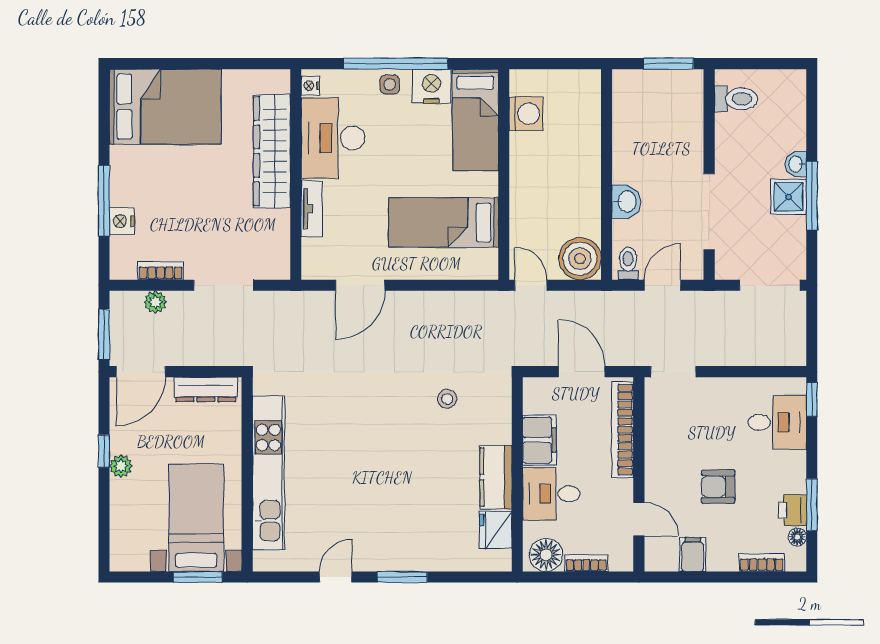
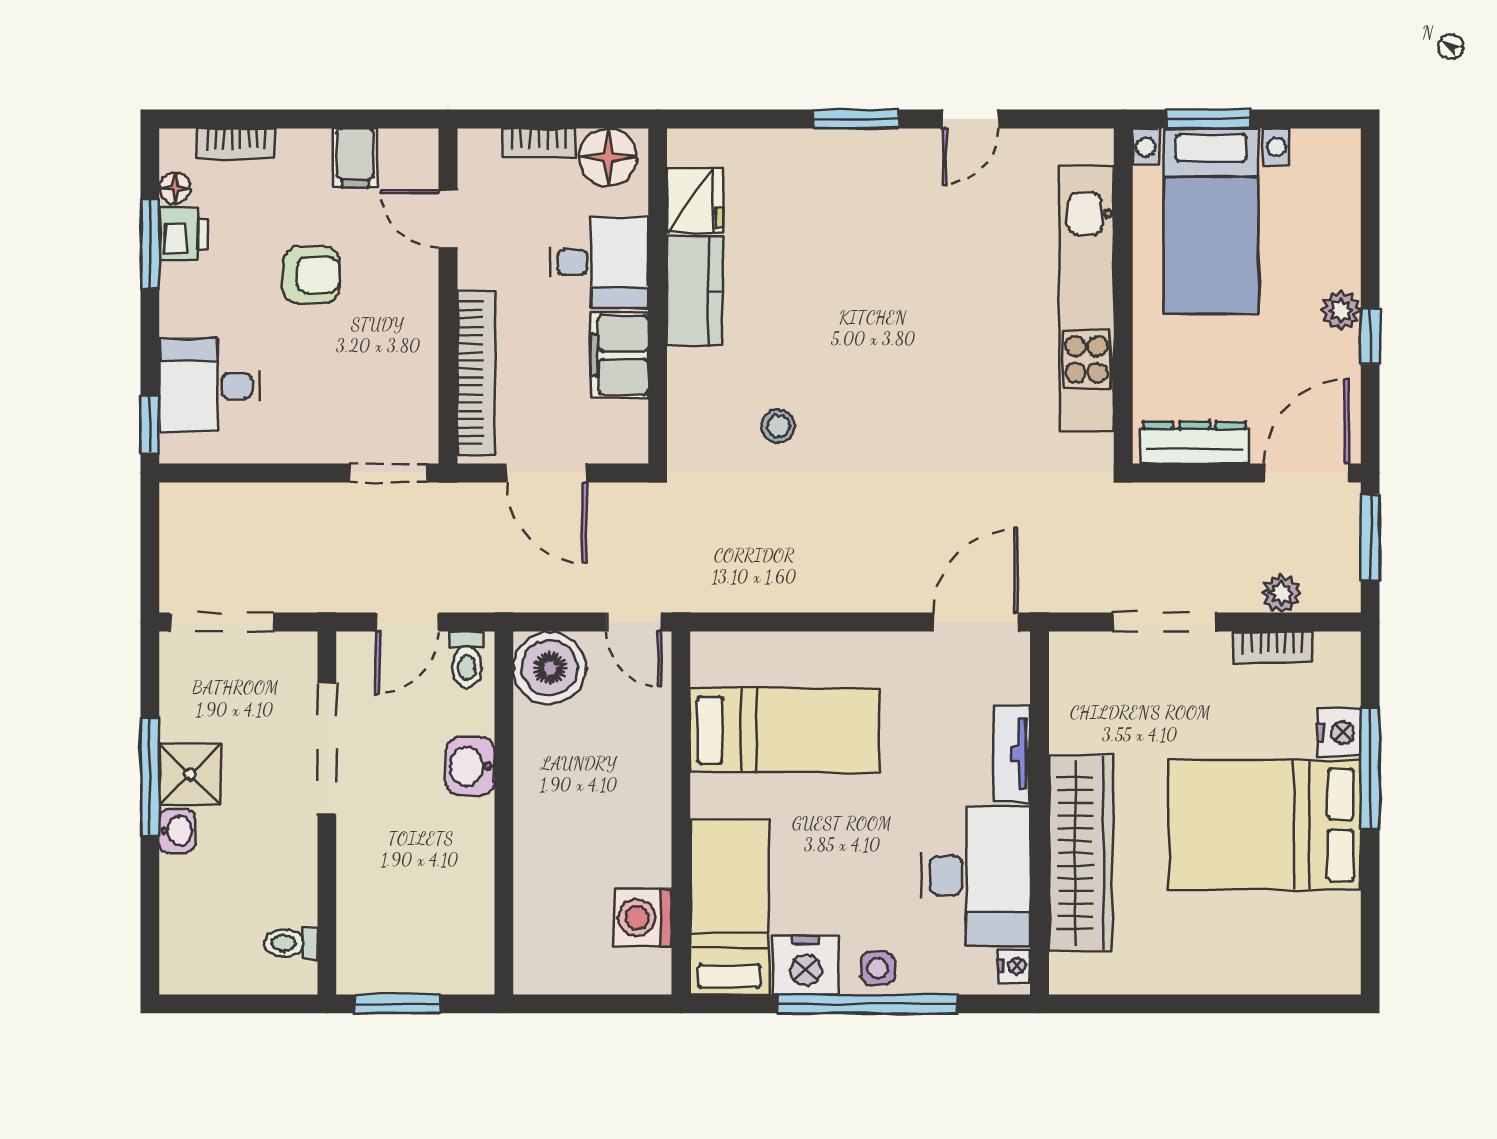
toilet: (736, 99) -> (291, 943), width x0.73, depth x0.72
bed: (165, 107) -> (1265, 825), moved
door: (360, 285) -> (976, 622), moved

